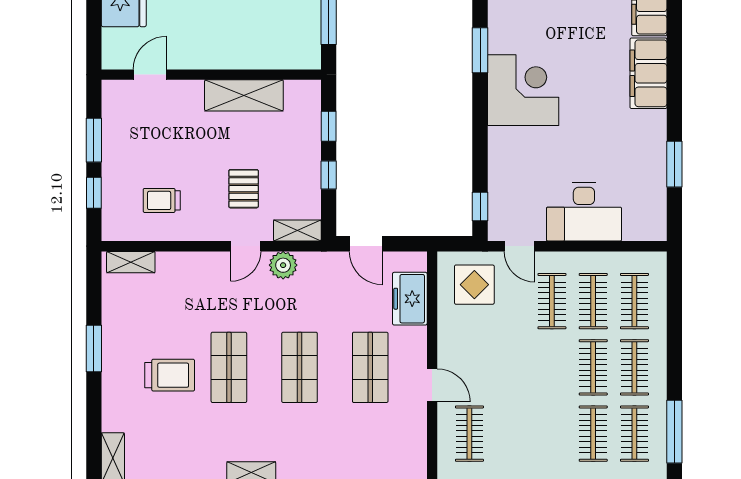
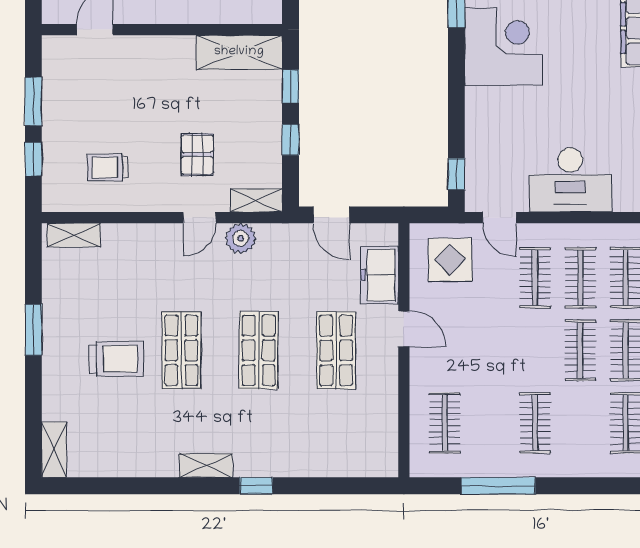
shelving: (244, 95) -> (239, 52), moved
door: (432, 385) -> (404, 329), moved
clothes rail: (593, 434) -> (535, 423), moved

